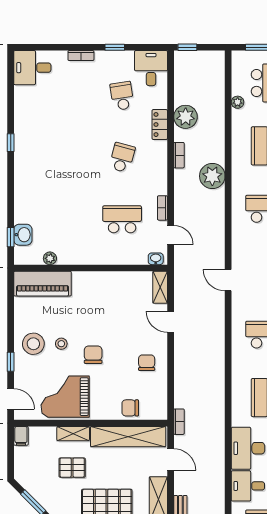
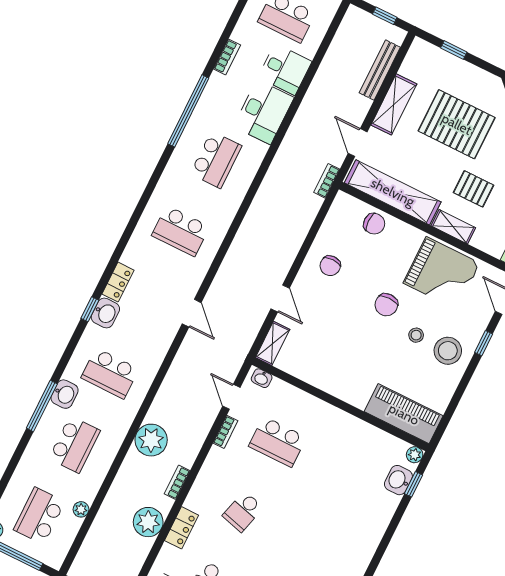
plant: (50, 258) -> (415, 455), moved

